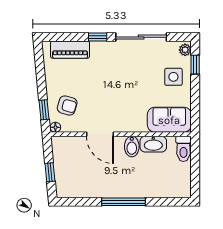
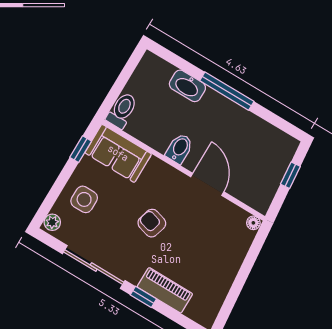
piano: (70, 50) -> (165, 290), moved
window: (195, 65) -> (81, 149), moved
armchair: (67, 106) -> (152, 223), moved
window: (44, 110) -> (254, 251), removed
washbasin: (153, 144) -> (187, 86), moved, turned 180

